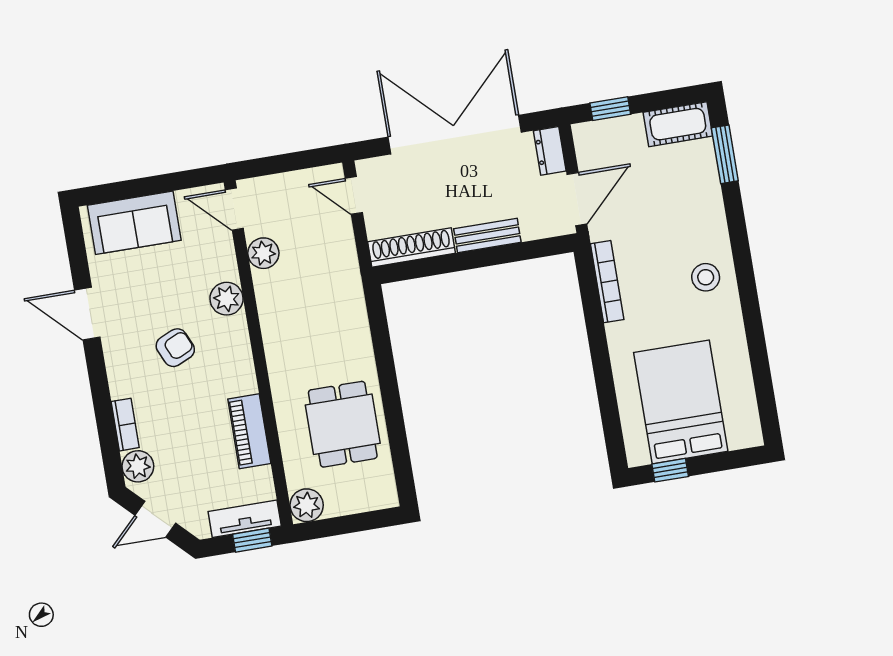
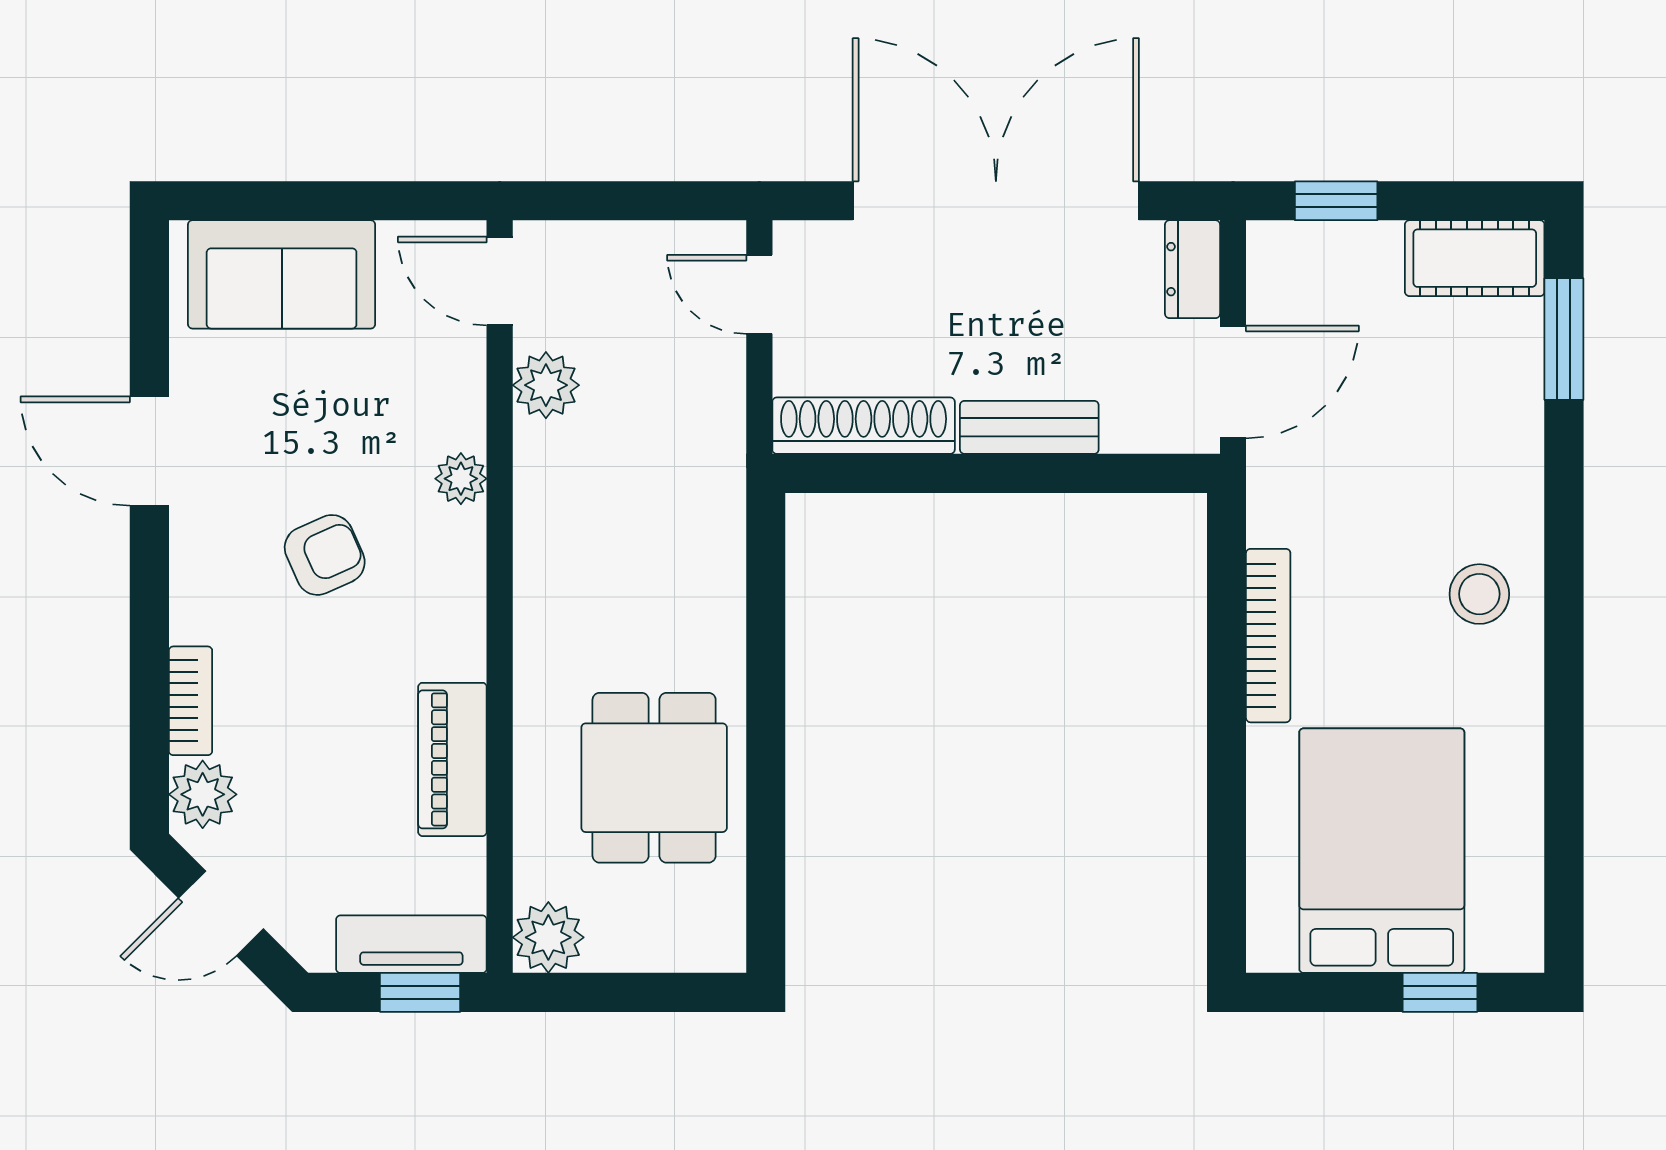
bookcase: (607, 282) -> (1268, 636), moved
plant: (226, 299) -> (461, 479), width x0.73, depth x0.73
window: (670, 470) -> (1440, 992), moved

